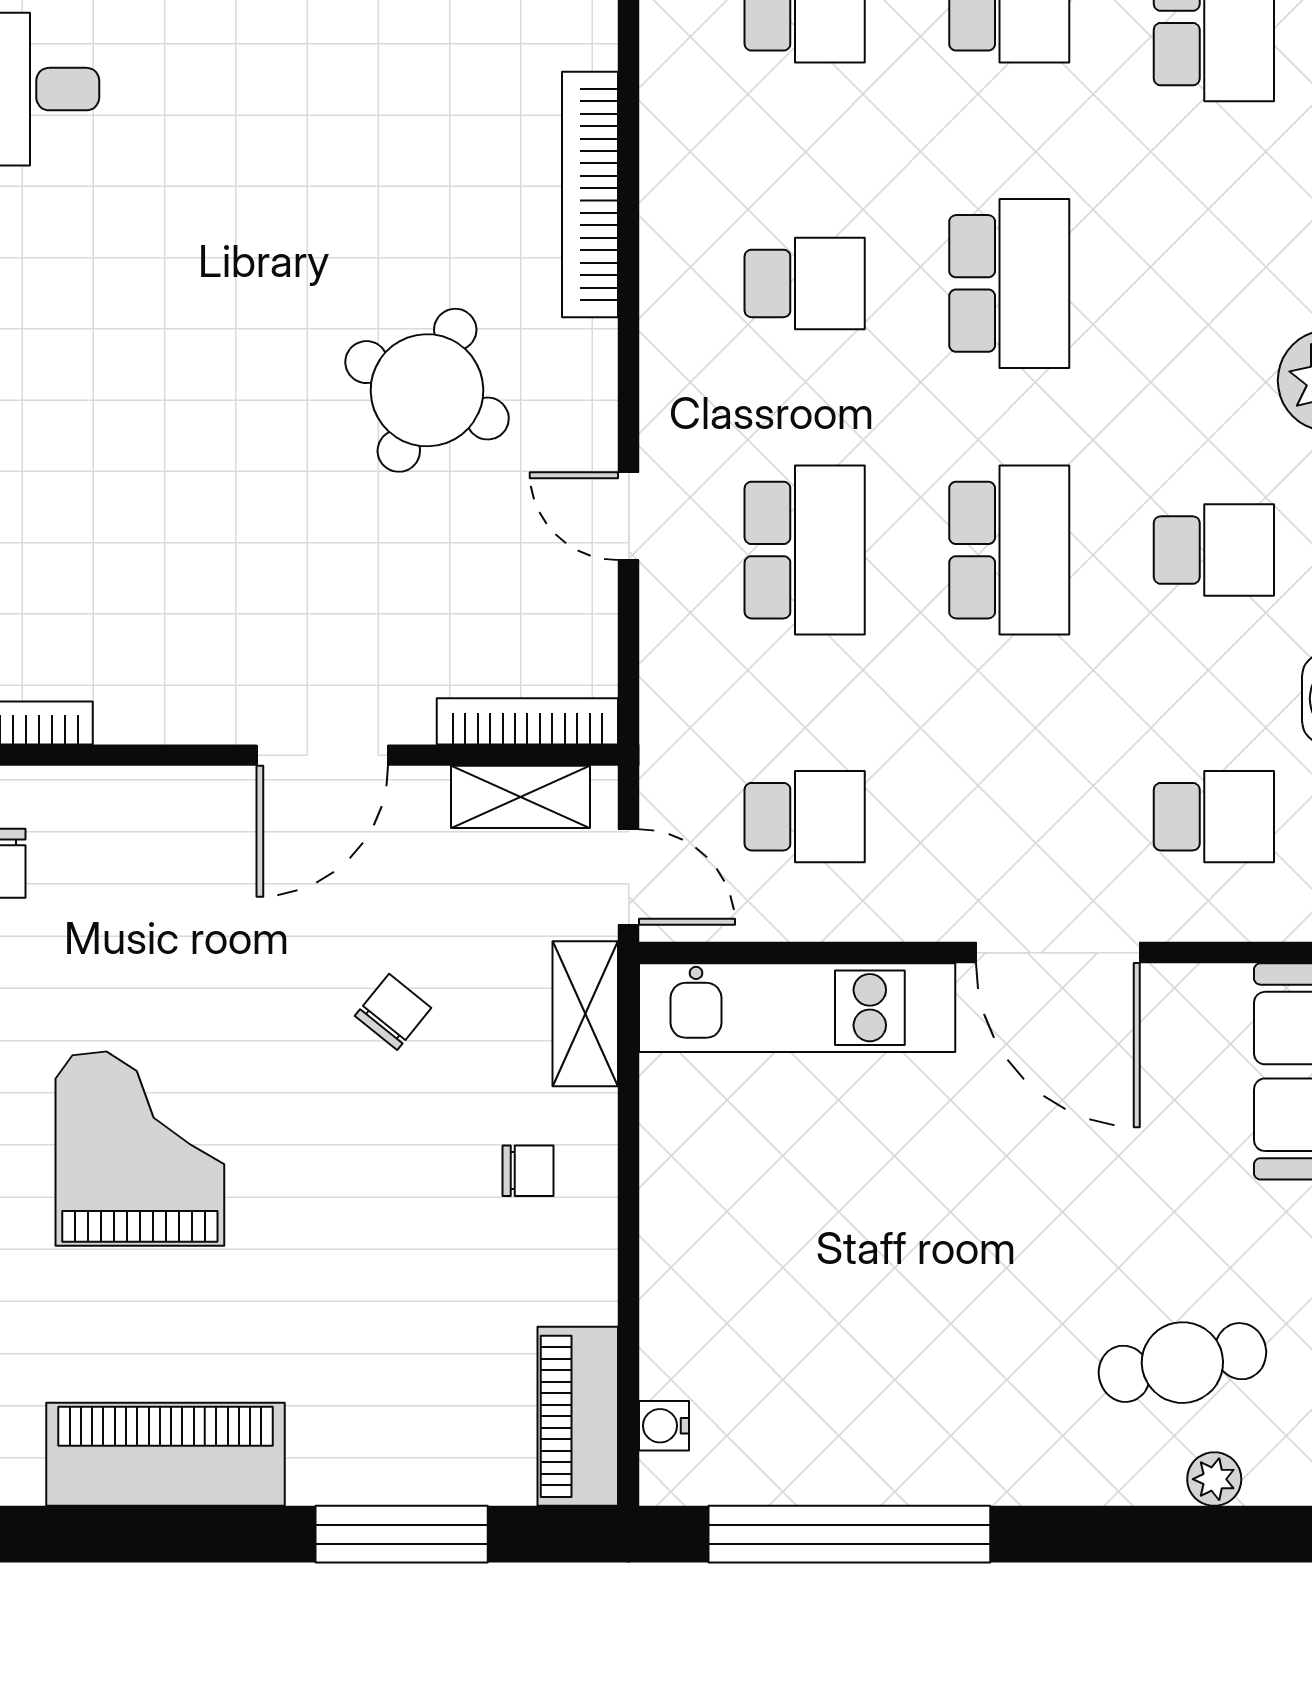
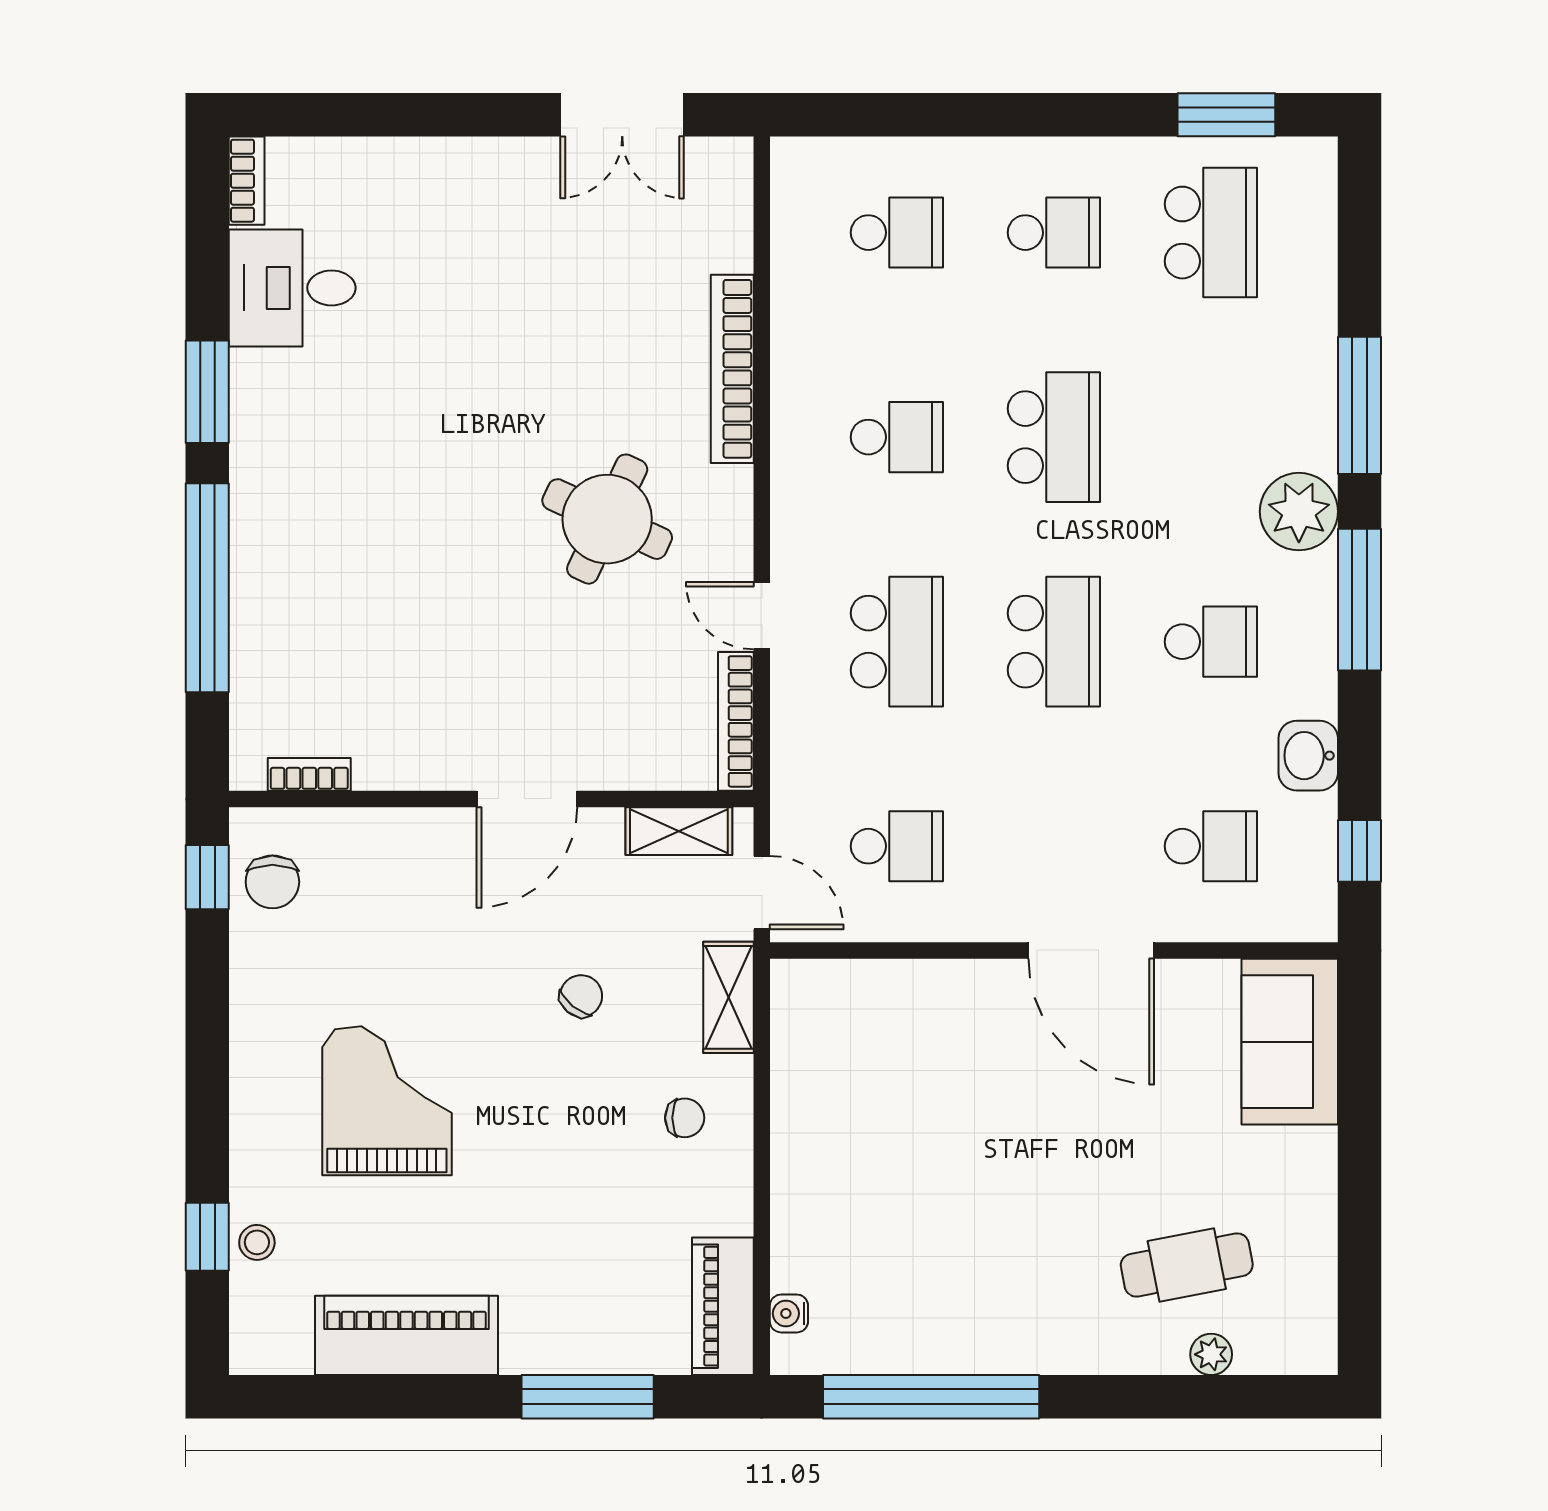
bookcase: (527, 721) -> (736, 721), moved, turned -90
kitchen unit: (797, 1008) -> (891, 993), removed

